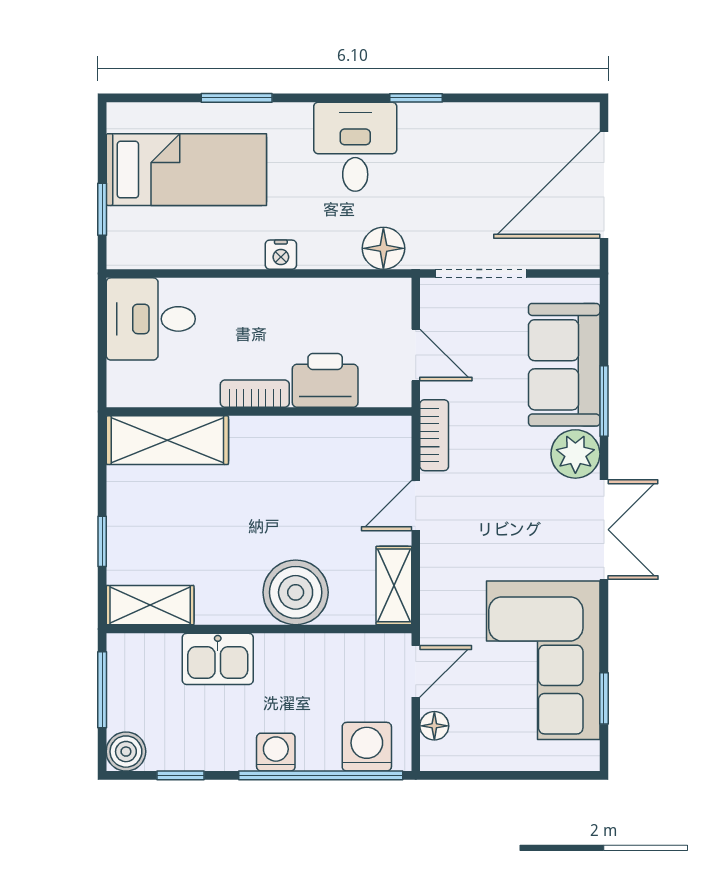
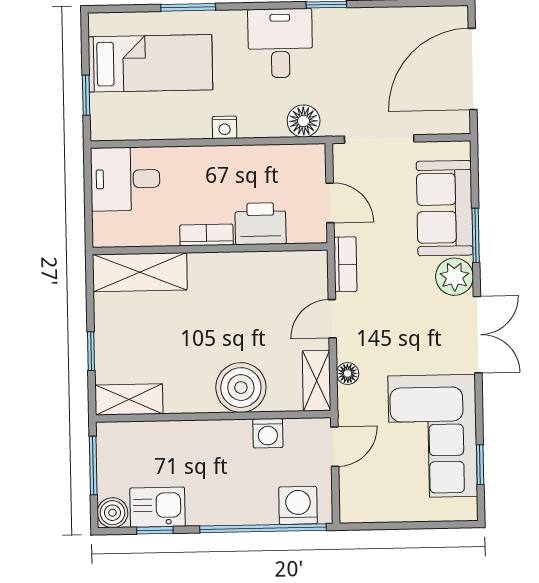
kitchen sink: (218, 659) -> (157, 507), moved, turned 180
floor lamp: (434, 726) -> (348, 374), moved
washing machine: (276, 752) -> (268, 433), moved, turned 180

